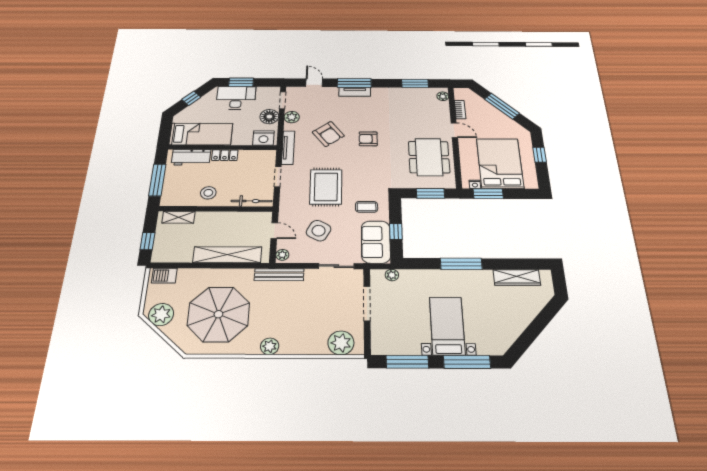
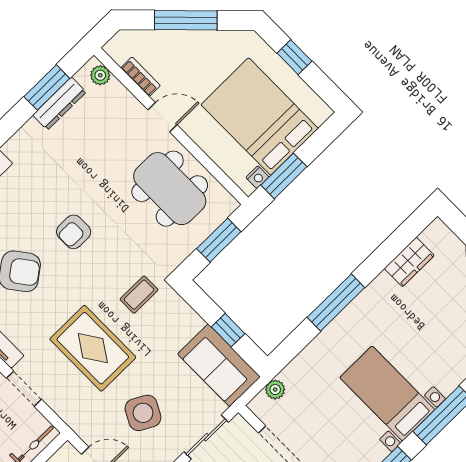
dresser: (414, 92) -> (59, 103), added
coffee table: (366, 207) -> (139, 295), moved
wardrobe: (517, 278) -> (409, 262), width x0.67

